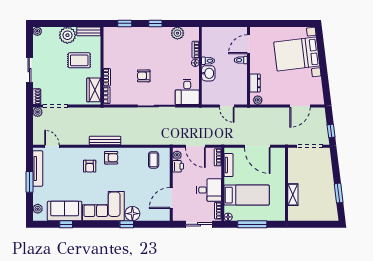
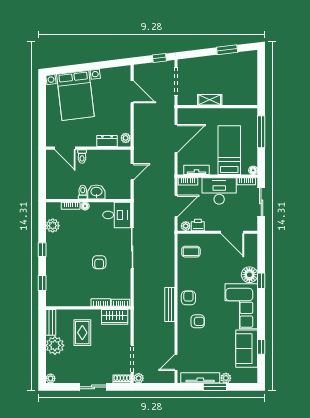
desk: (209, 190) -> (219, 191), width x1.37
shelving: (293, 195) -> (210, 100), moved
plant: (38, 209) -> (226, 378), moved
window: (252, 224) -> (261, 132), moved

